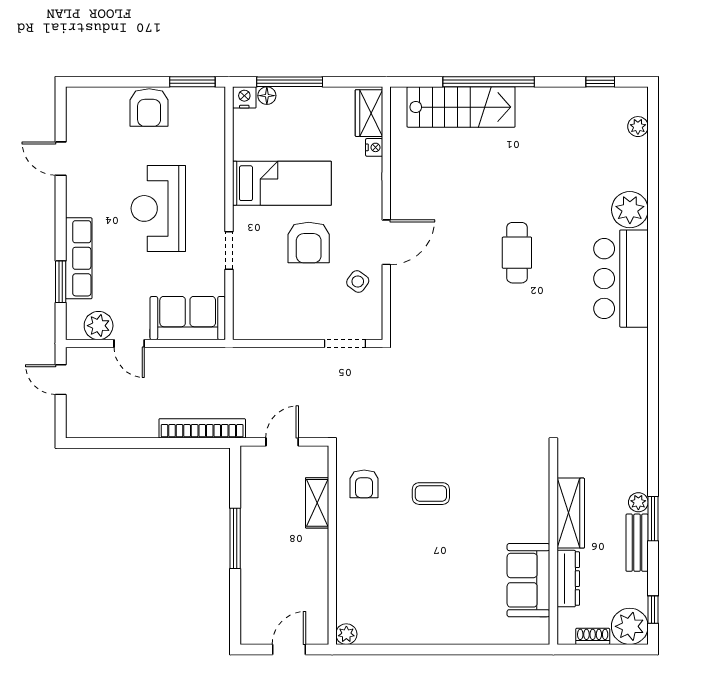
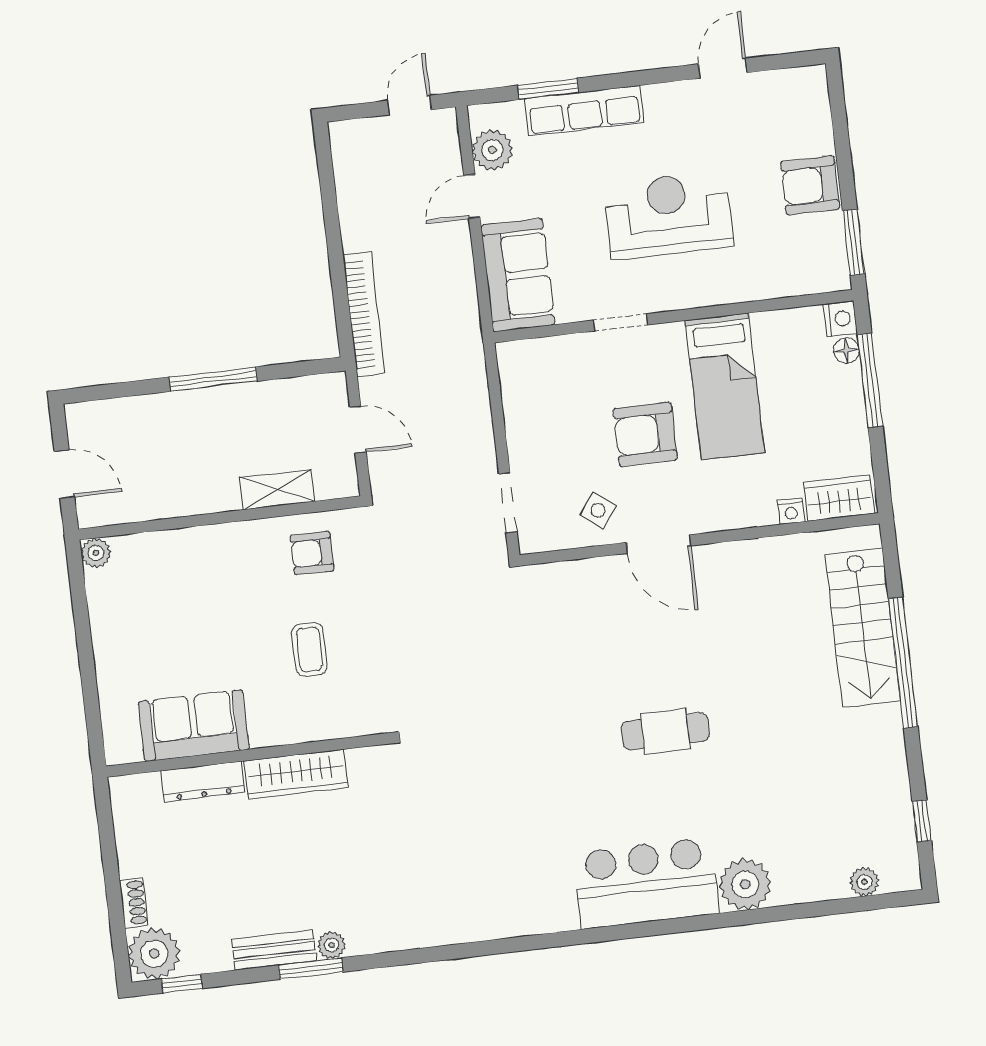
wardrobe: (571, 513) -> (296, 774), moved
wall: (553, 545) -> (248, 755), moved
dresser: (568, 579) -> (203, 782), moved
sofa: (528, 580) -> (194, 726), moved

